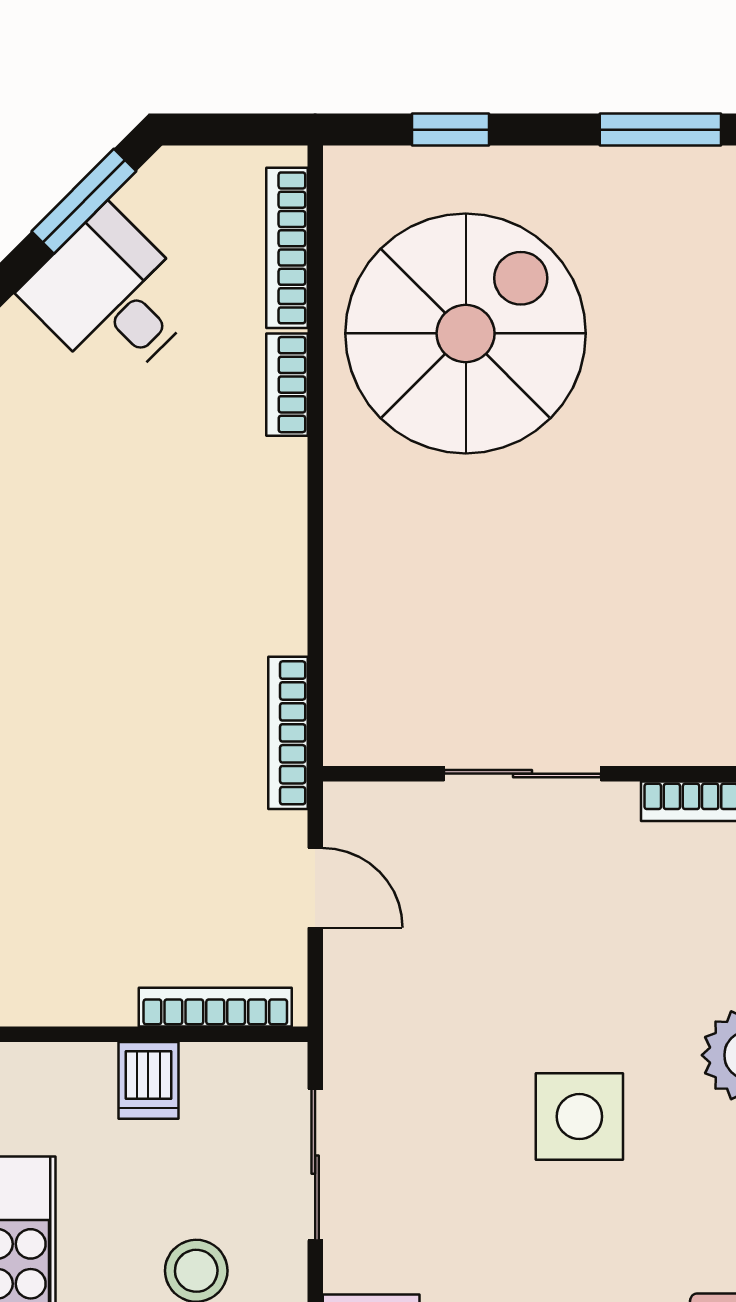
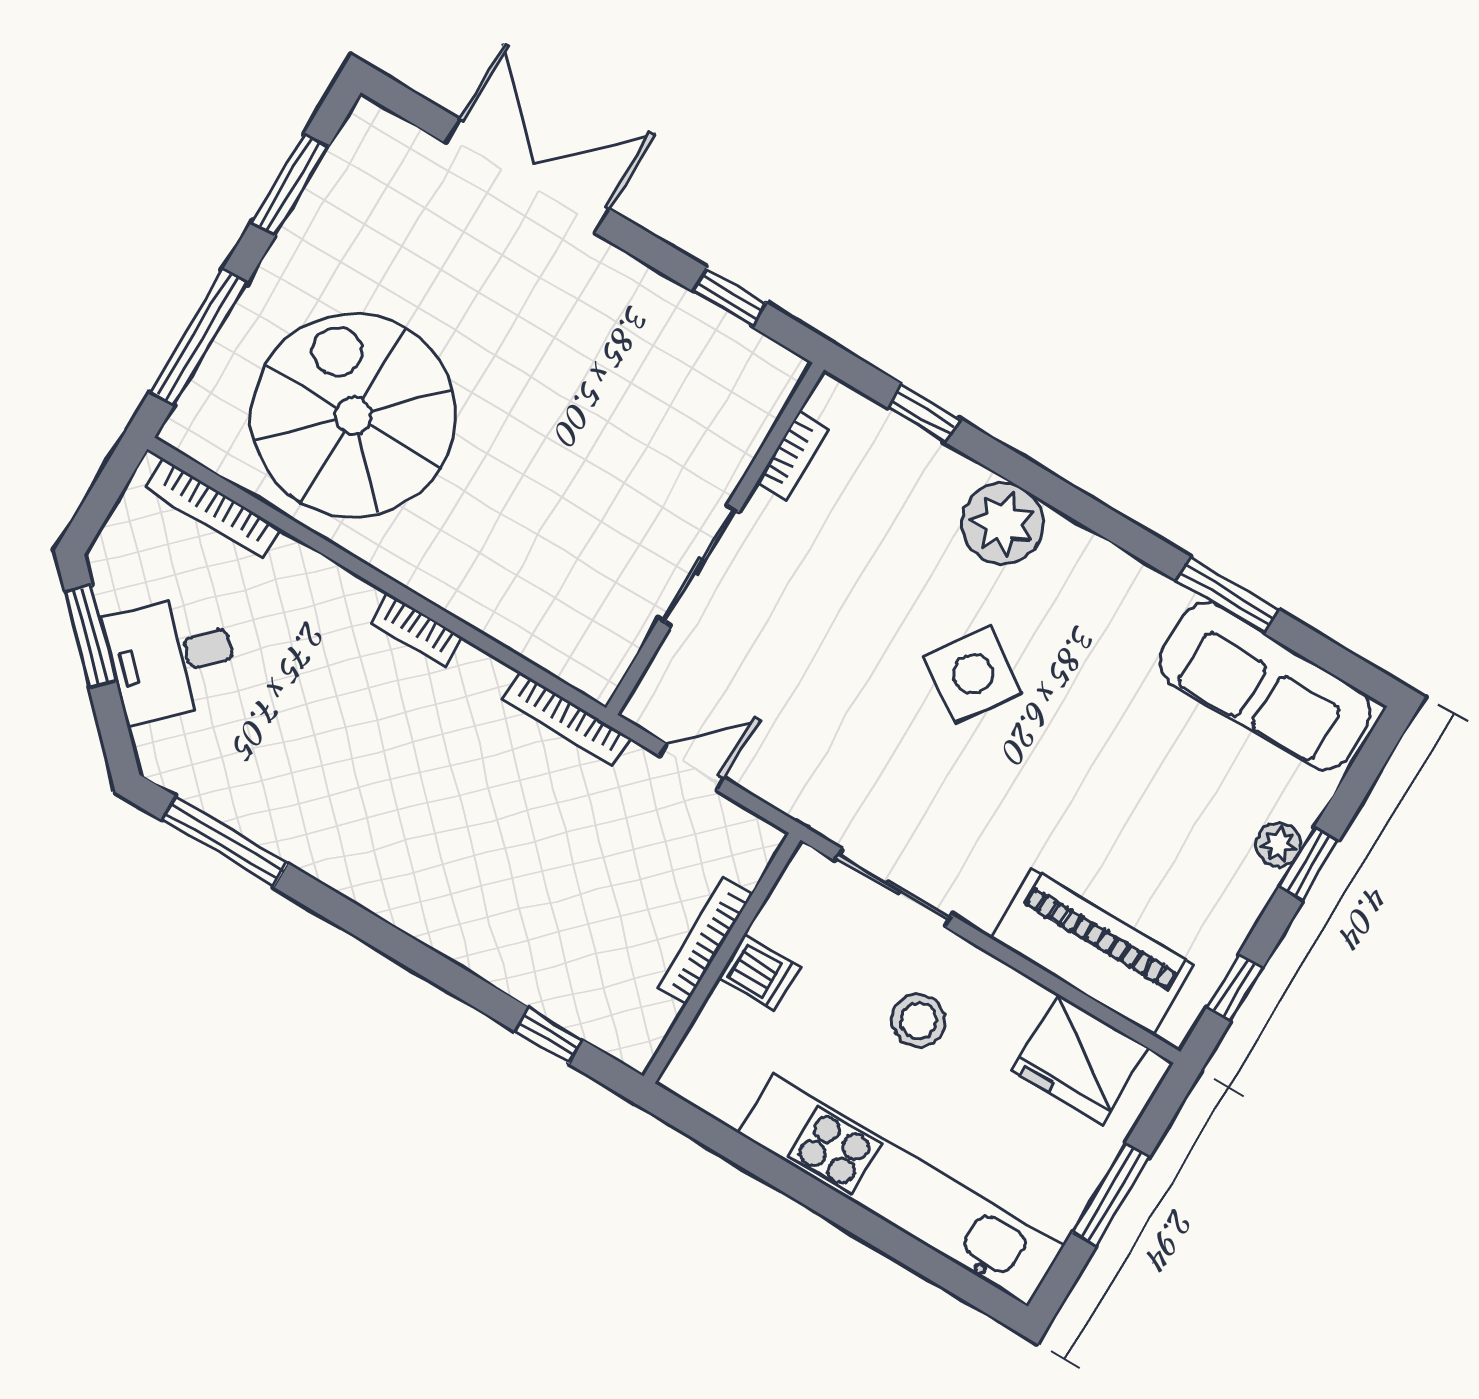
window: (451, 130) -> (198, 338), width x2.17
bookcase: (287, 385) -> (416, 630), moved
bookcase: (215, 1007) -> (705, 942), moved
side table: (579, 1117) -> (973, 674), turned 34

